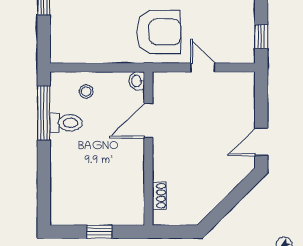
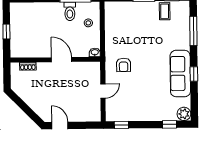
armchair: (159, 32) -> (124, 65), width x0.53, depth x0.53
door: (148, 120) -> (61, 60), moved

